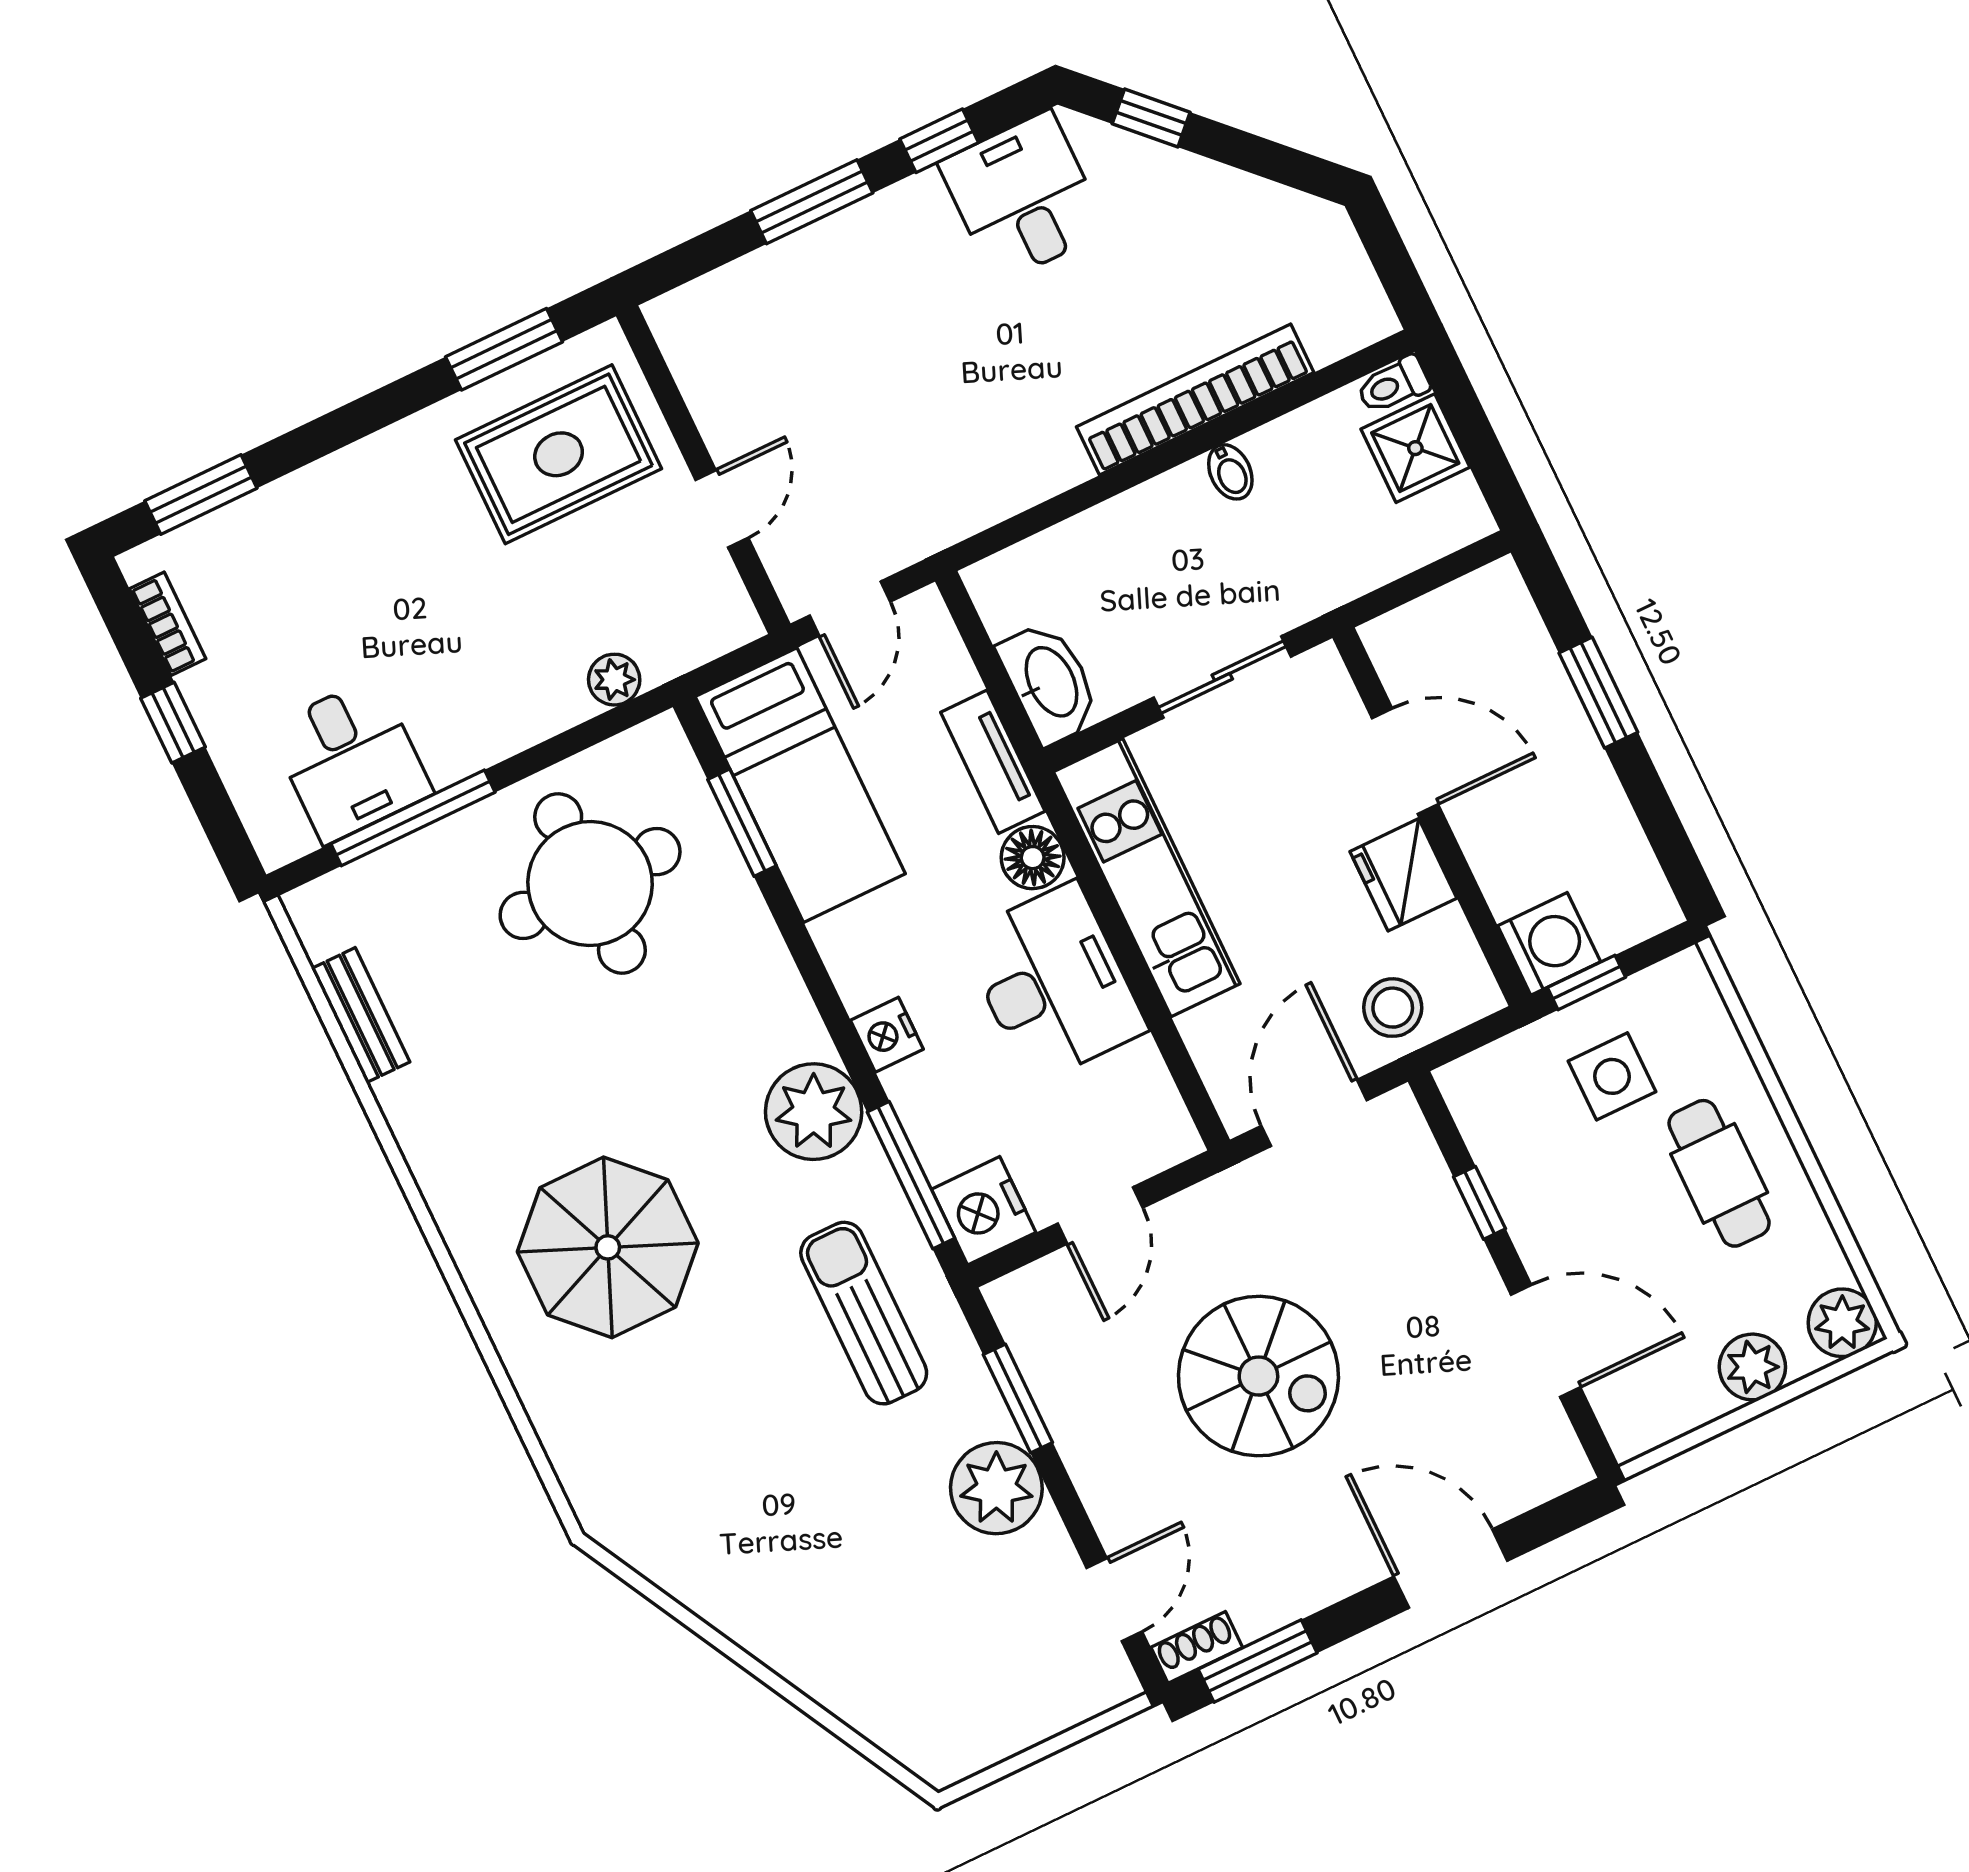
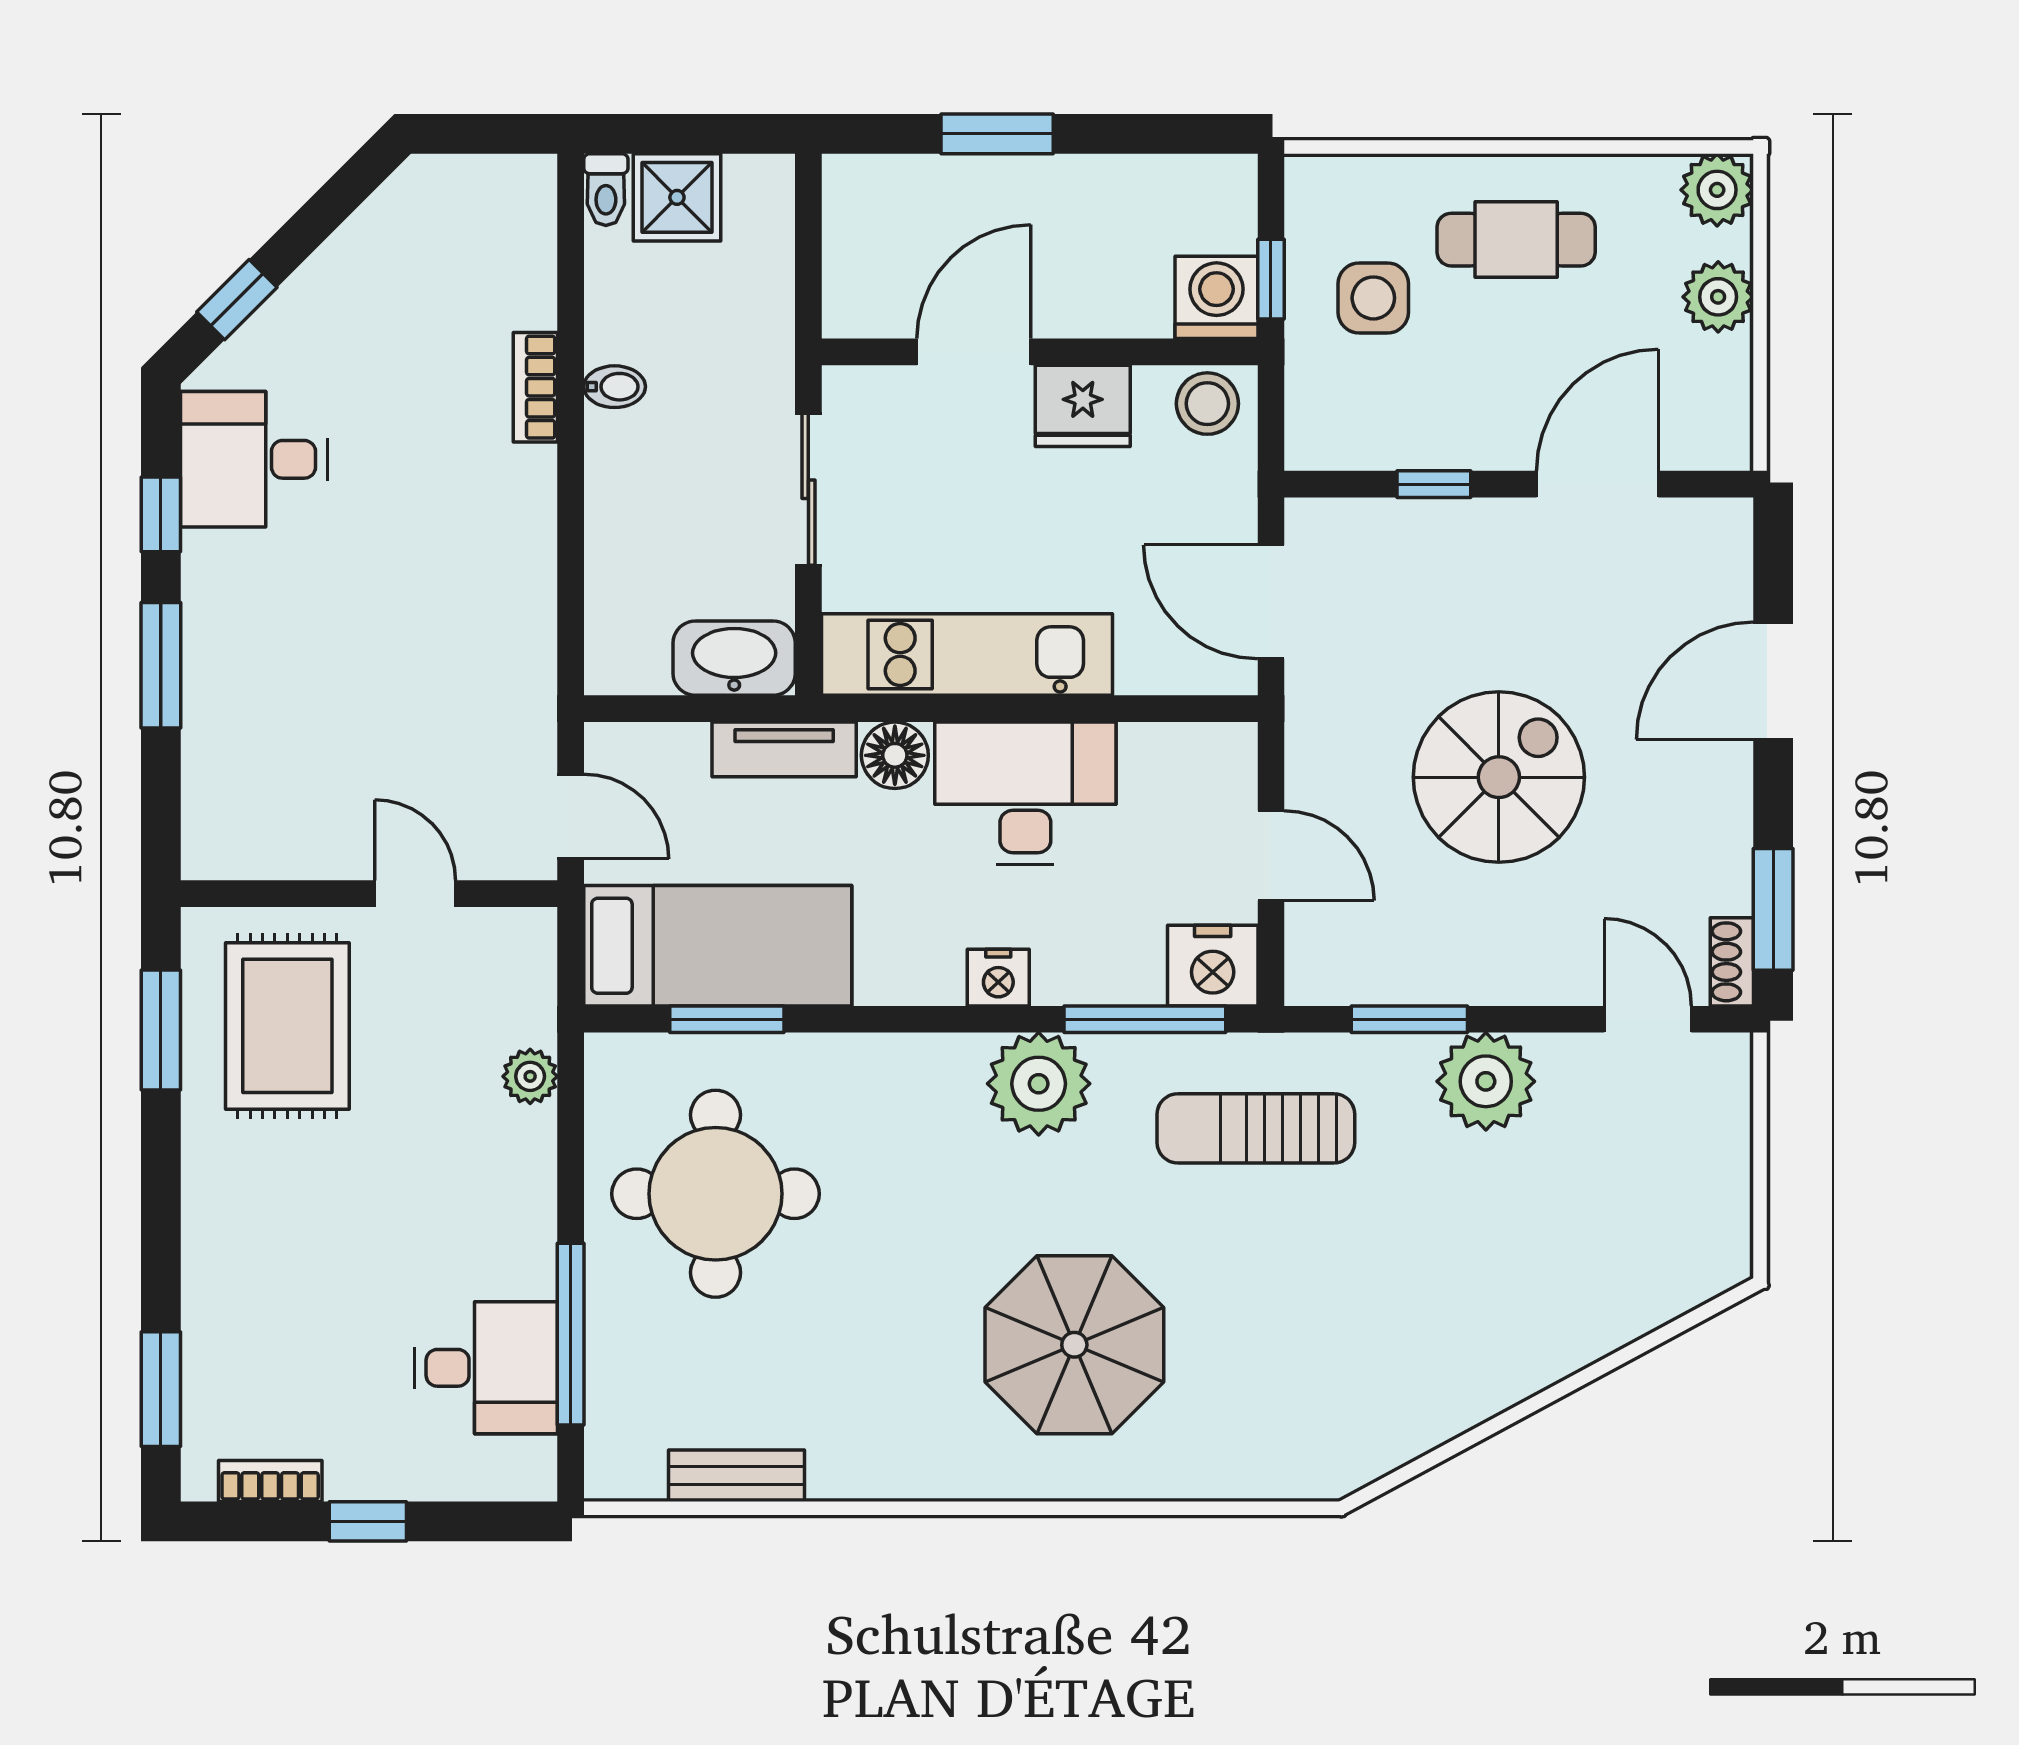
bookcase: (1195, 400) -> (535, 387), width x0.43, depth x0.76
stool: (1393, 1008) -> (1207, 404), moved

